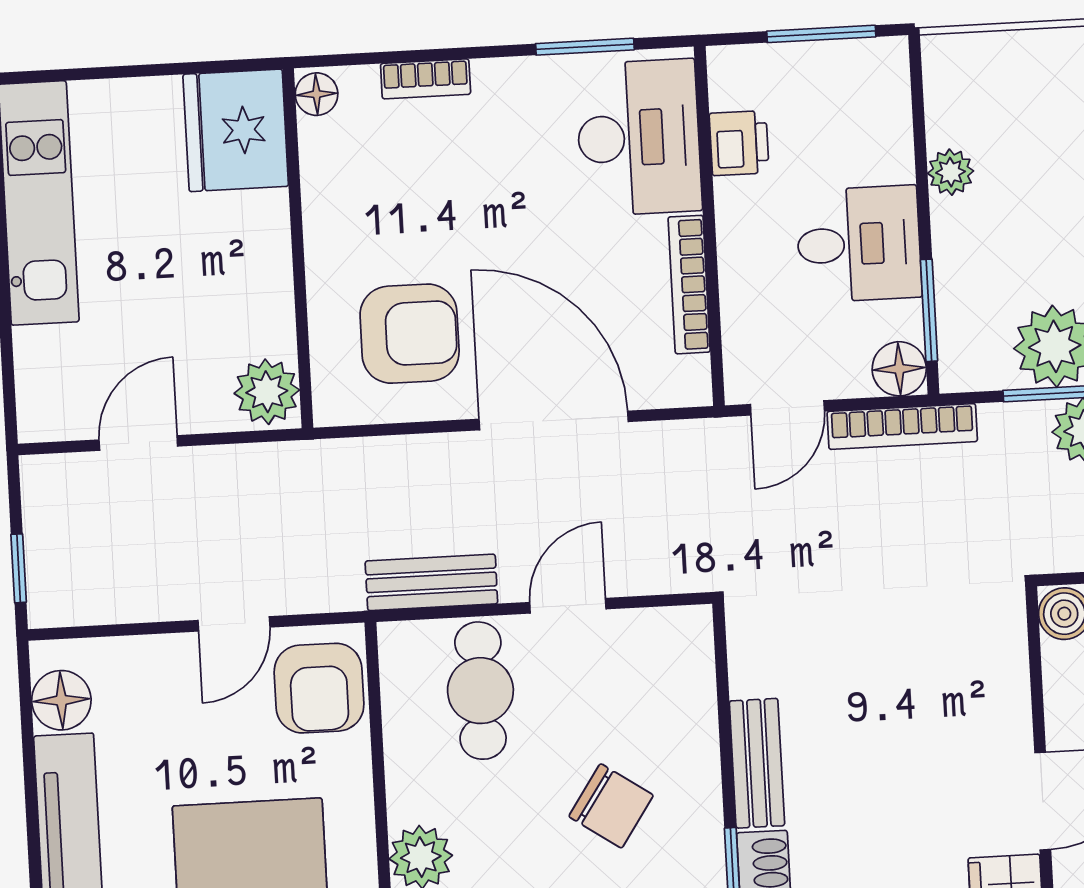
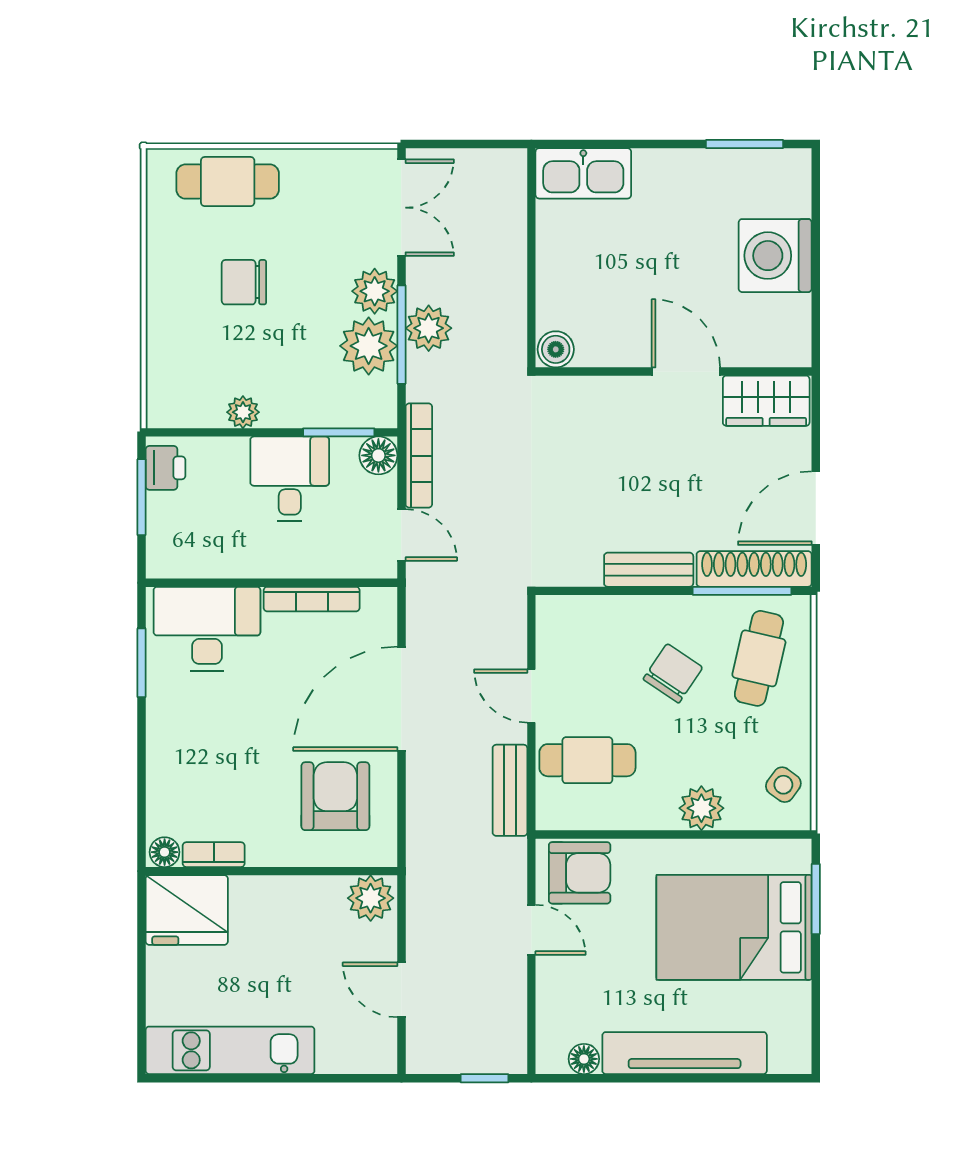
bookcase: (426, 79) -> (214, 855), moved, turned -90
printer: (739, 143) -> (165, 468), moved, turned 90
floor lamp: (61, 700) -> (584, 1059), width x0.73, depth x0.73

